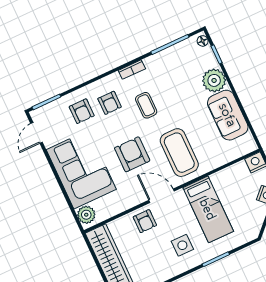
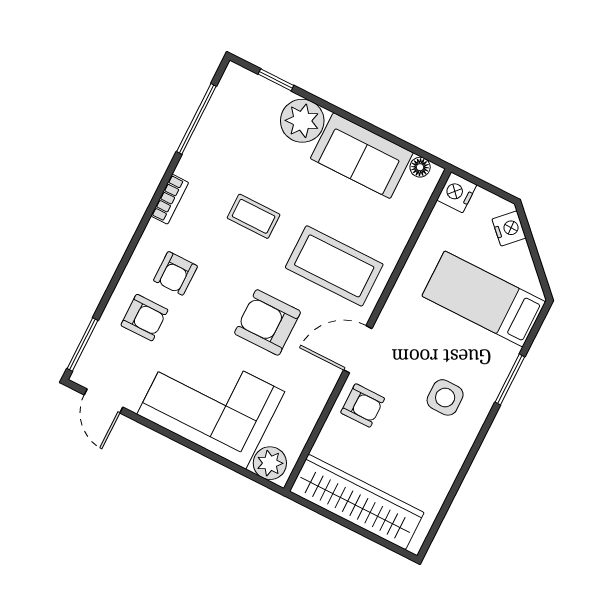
floor lamp: (203, 41) -> (420, 167), moved
armchair: (110, 103) -> (175, 273), turned 90
coffee table: (146, 105) -> (254, 216), moved
bed: (208, 209) -> (484, 299), moved, turned 180

